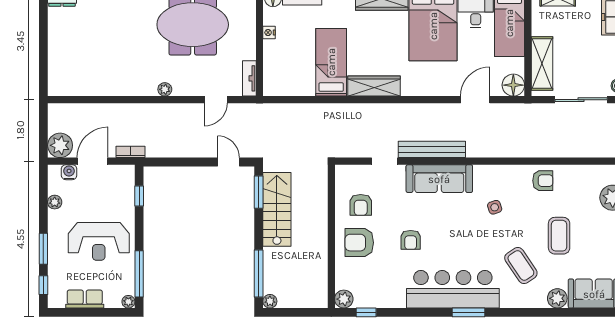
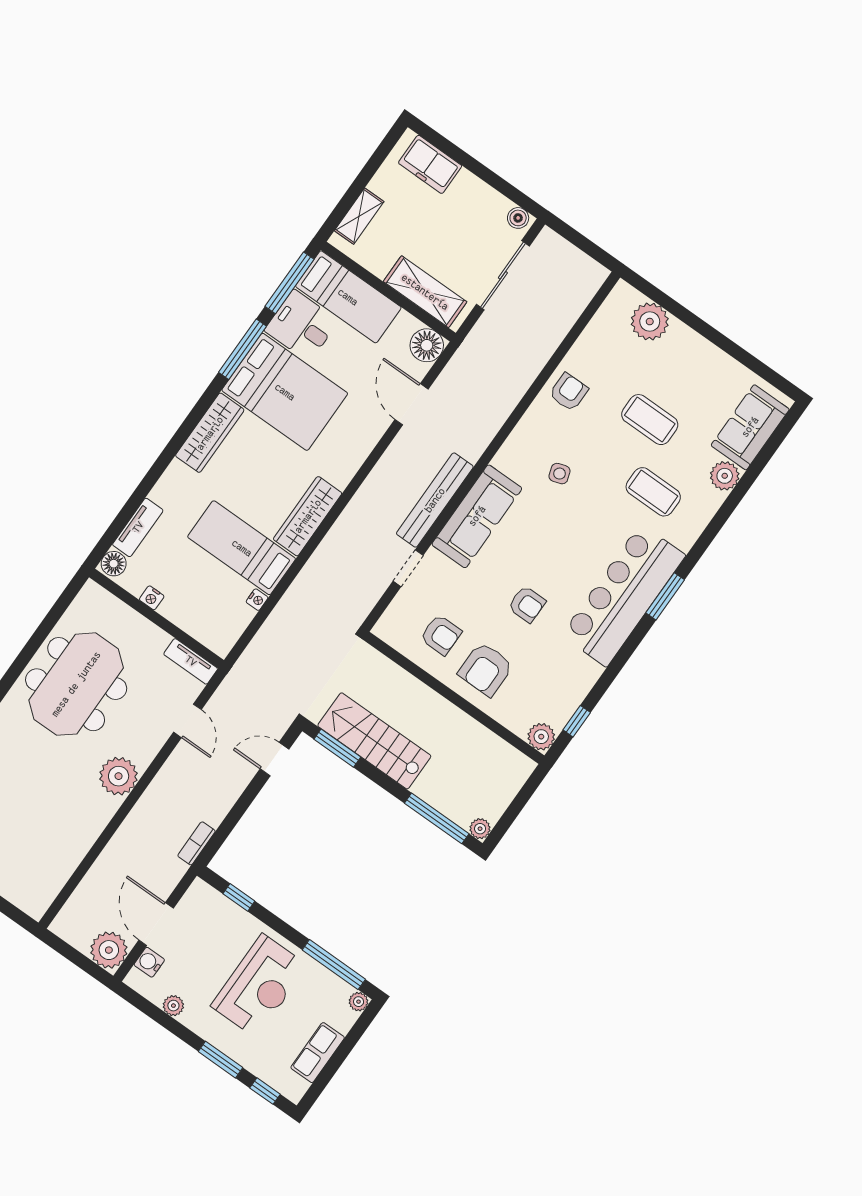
plant: (165, 89) -> (119, 776), width x1.87, depth x1.87
nightstand: (309, 91) -> (257, 600), added
bookcase: (131, 152) -> (196, 843), moved
coffee table: (521, 265) -> (653, 492), turned 34

